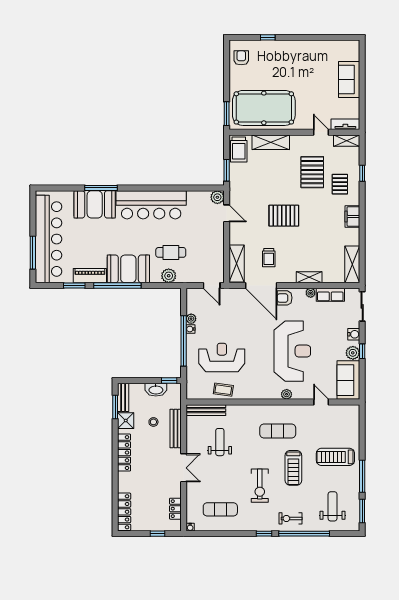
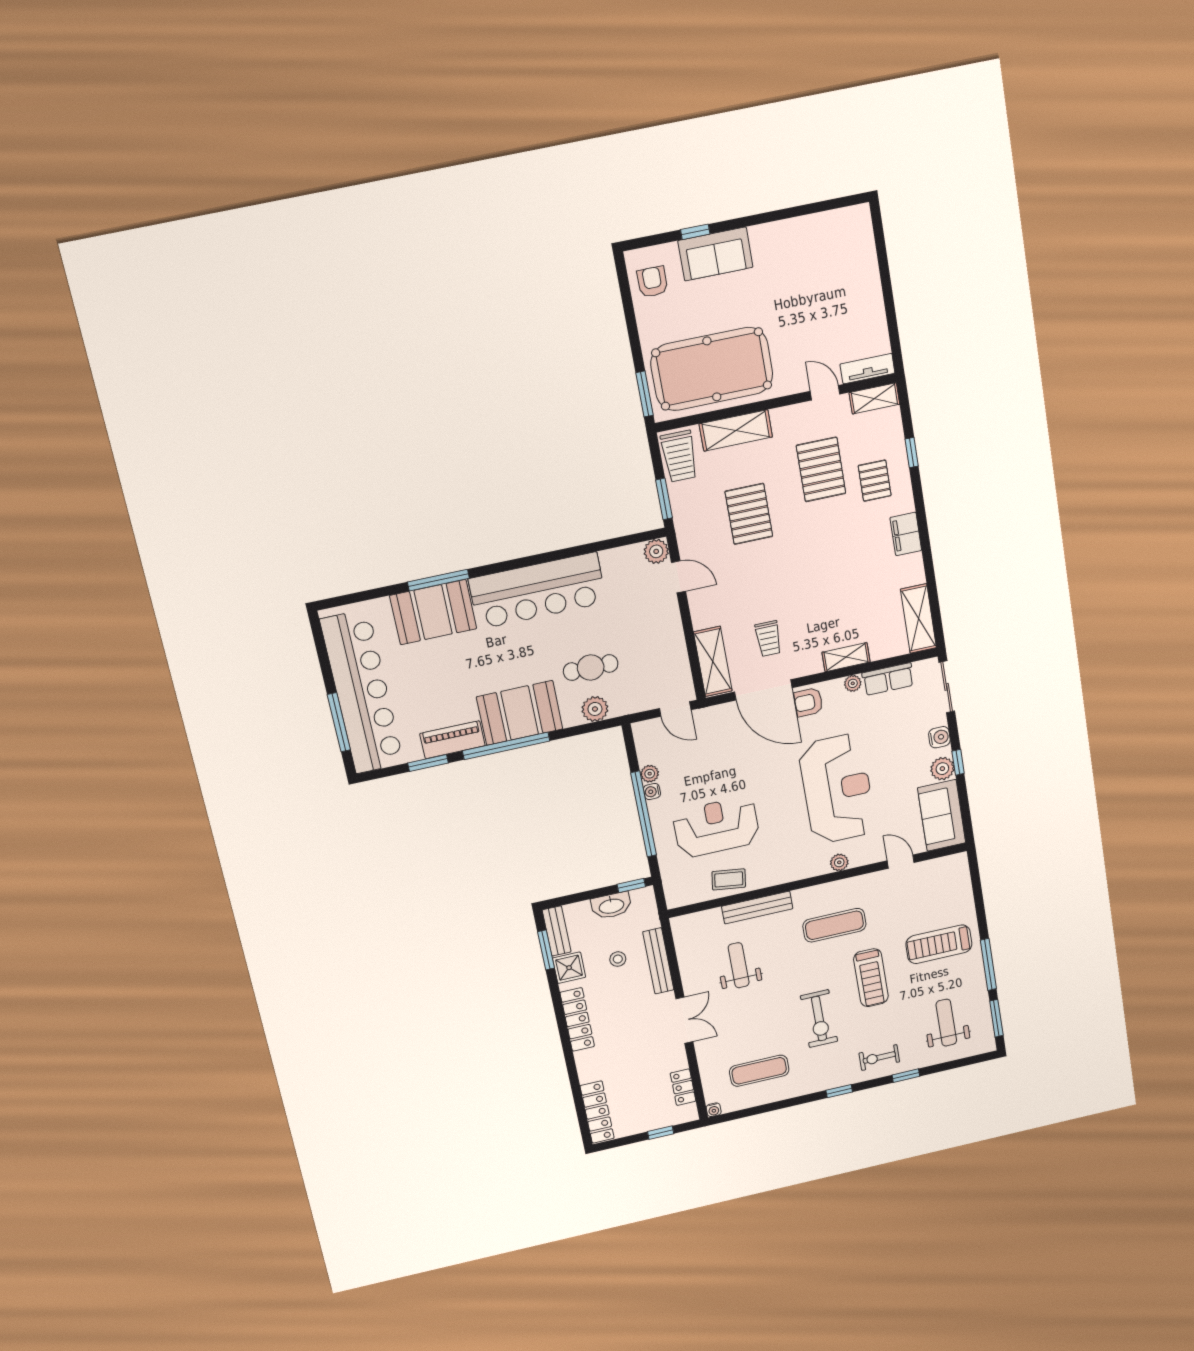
sofa: (349, 80) -> (715, 254), moved, turned -90
pallet: (284, 216) -> (749, 514), moved, turned 90
bench: (206, 410) -> (757, 908), moved
window: (304, 534) -> (906, 1076), width x0.32

